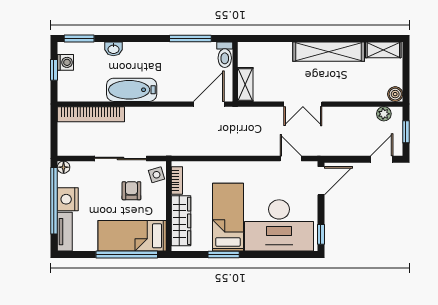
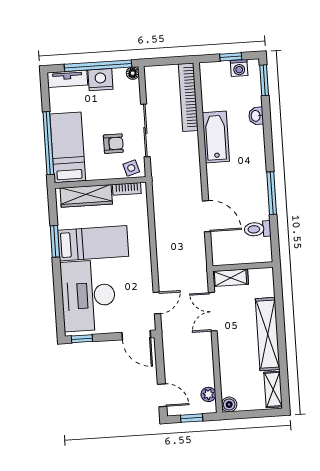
wall: (235, 72) -> (243, 267), moved
shelving: (245, 84) -> (231, 278), moved

